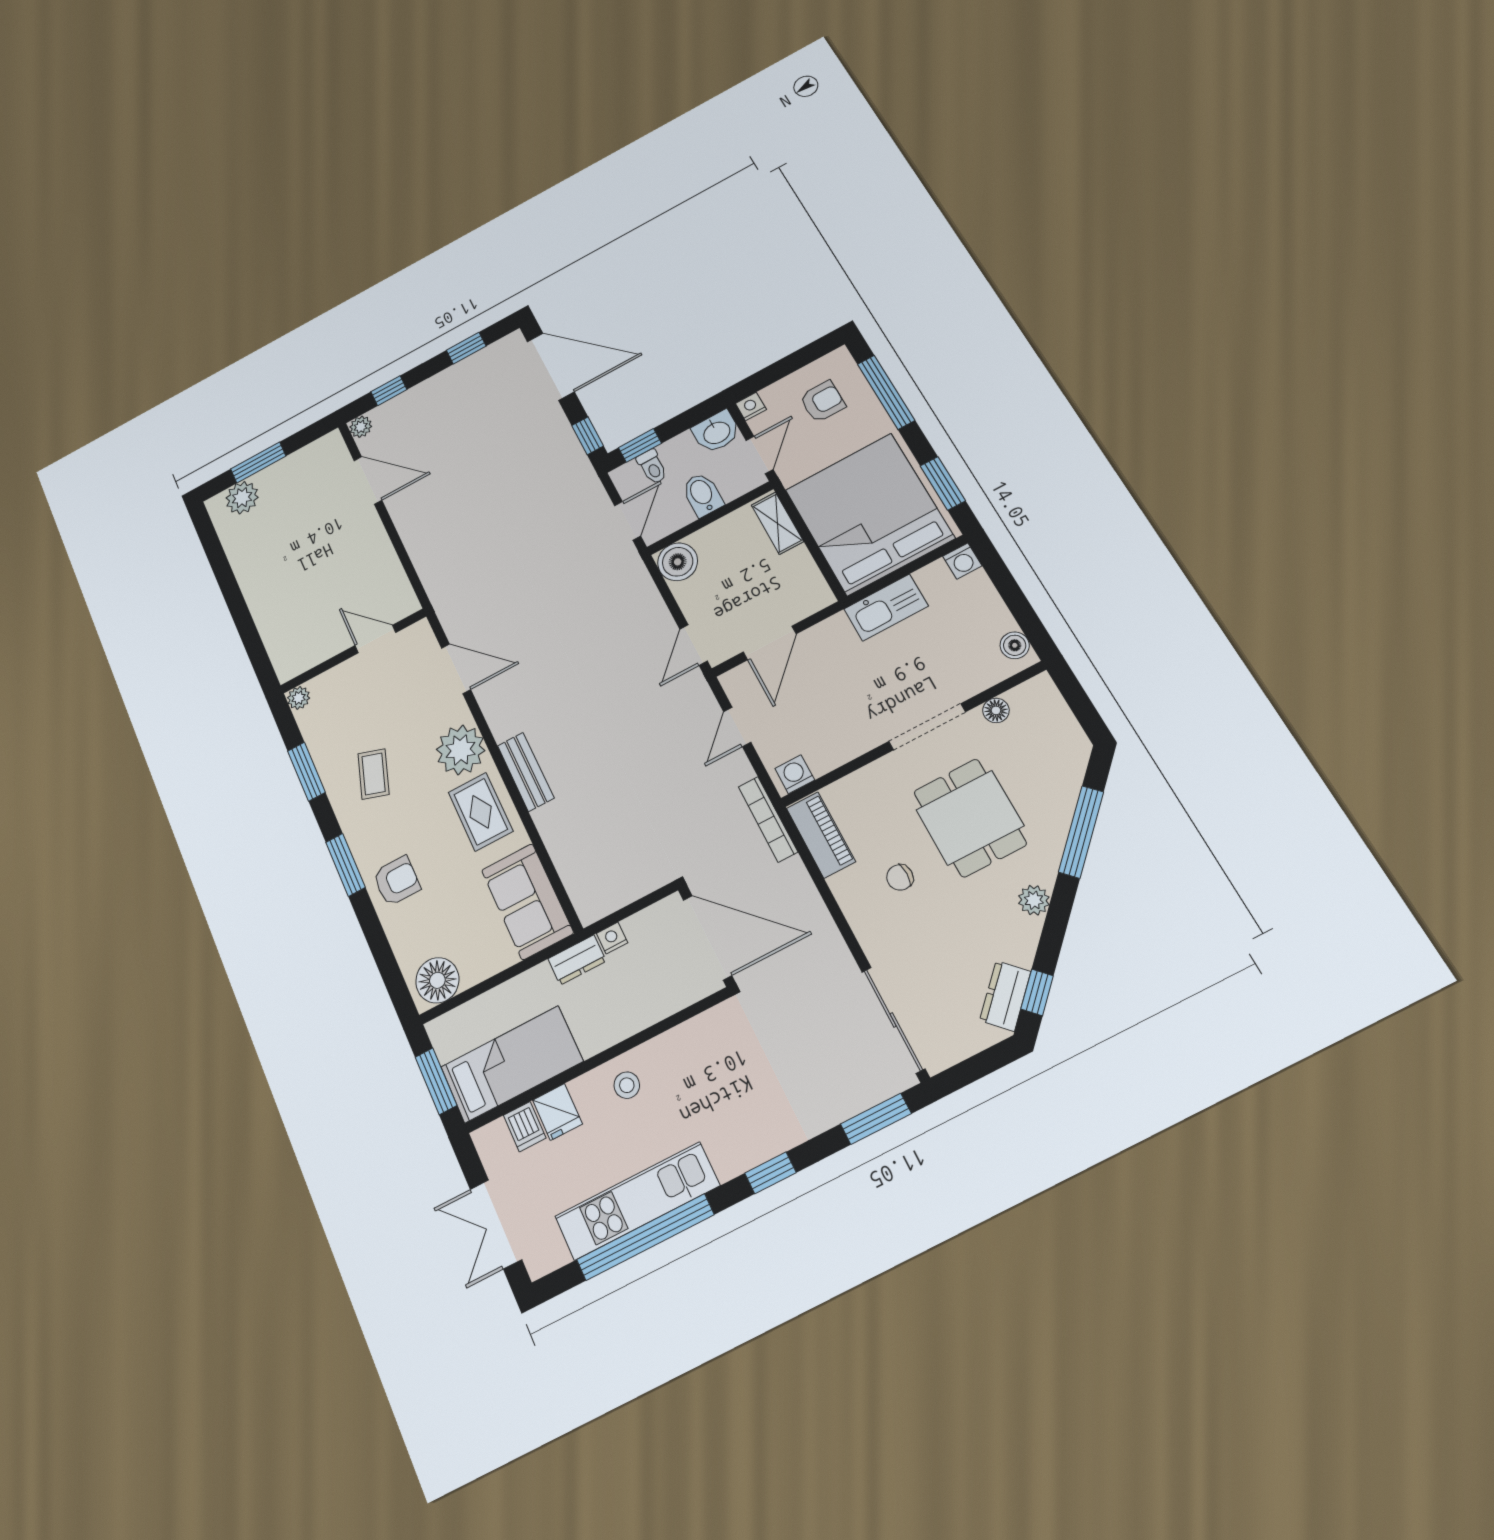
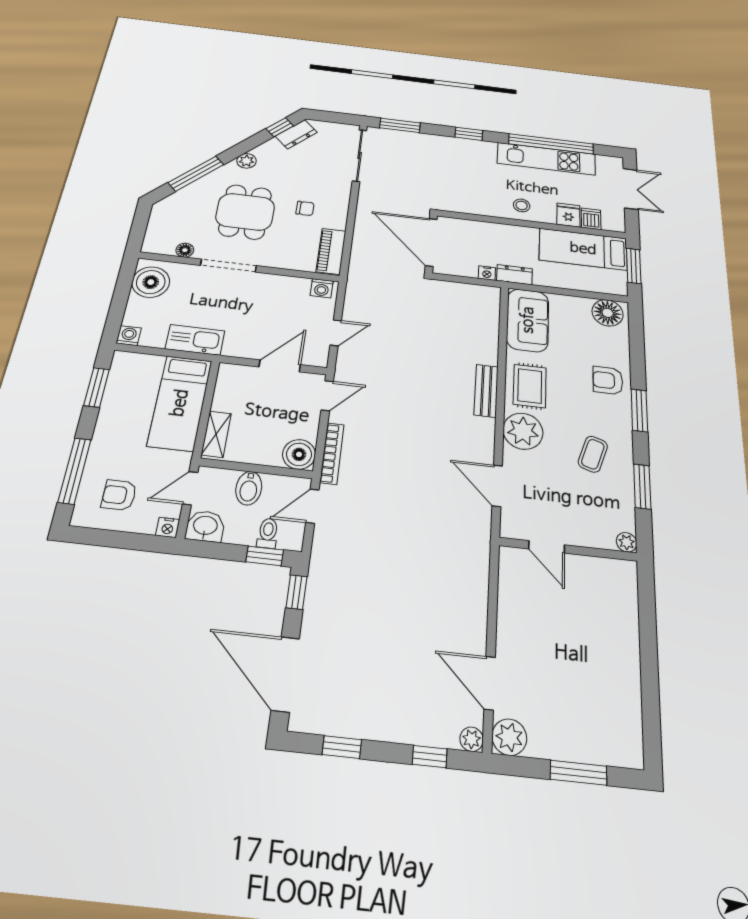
plant: (242, 498) -> (509, 737), moved
bed: (869, 514) -> (180, 403), width x0.49
boiler: (1015, 645) -> (151, 282), width x1.86, depth x1.86
bookcase: (768, 819) -> (332, 453), moved

